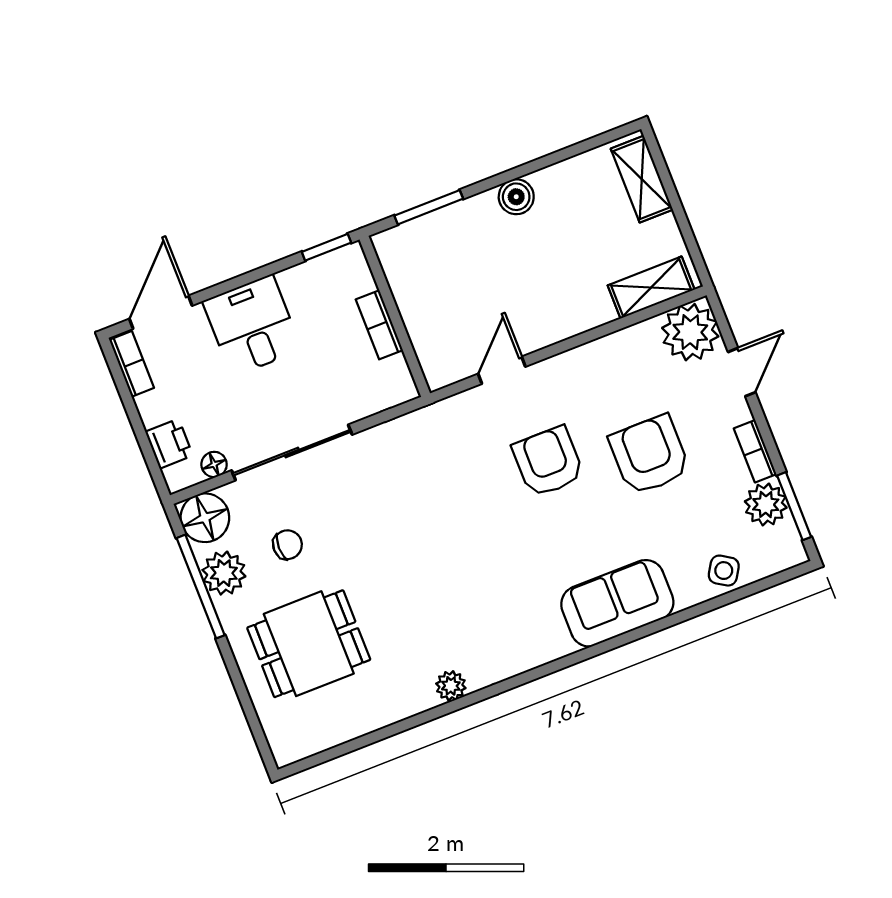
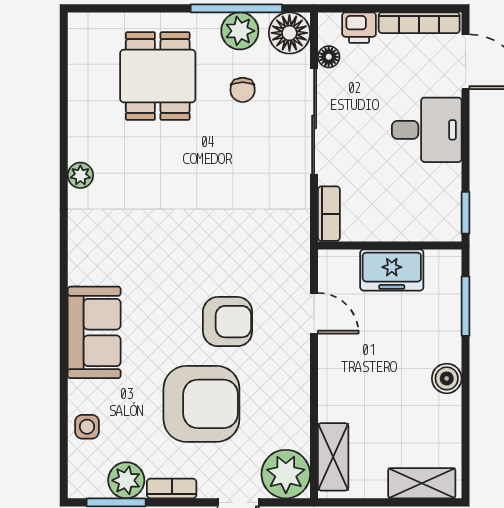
freezer: (421, 304) -> (392, 270), added
bookcase: (379, 325) -> (329, 214), moved, turned 90
bookcase: (132, 364) -> (419, 23), width x1.56
armchair: (650, 455) -> (201, 404), width x1.36, depth x1.36
side table: (724, 571) -> (87, 427), turned -32

